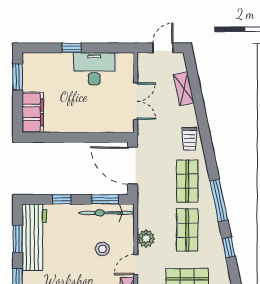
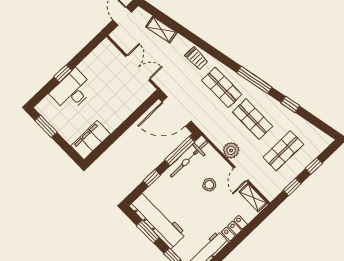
desk: (94, 69) -> (72, 91), moved
filing cabinet: (33, 112) -> (91, 140), moved, turned -90
window: (105, 199) -> (180, 151), width x1.44

